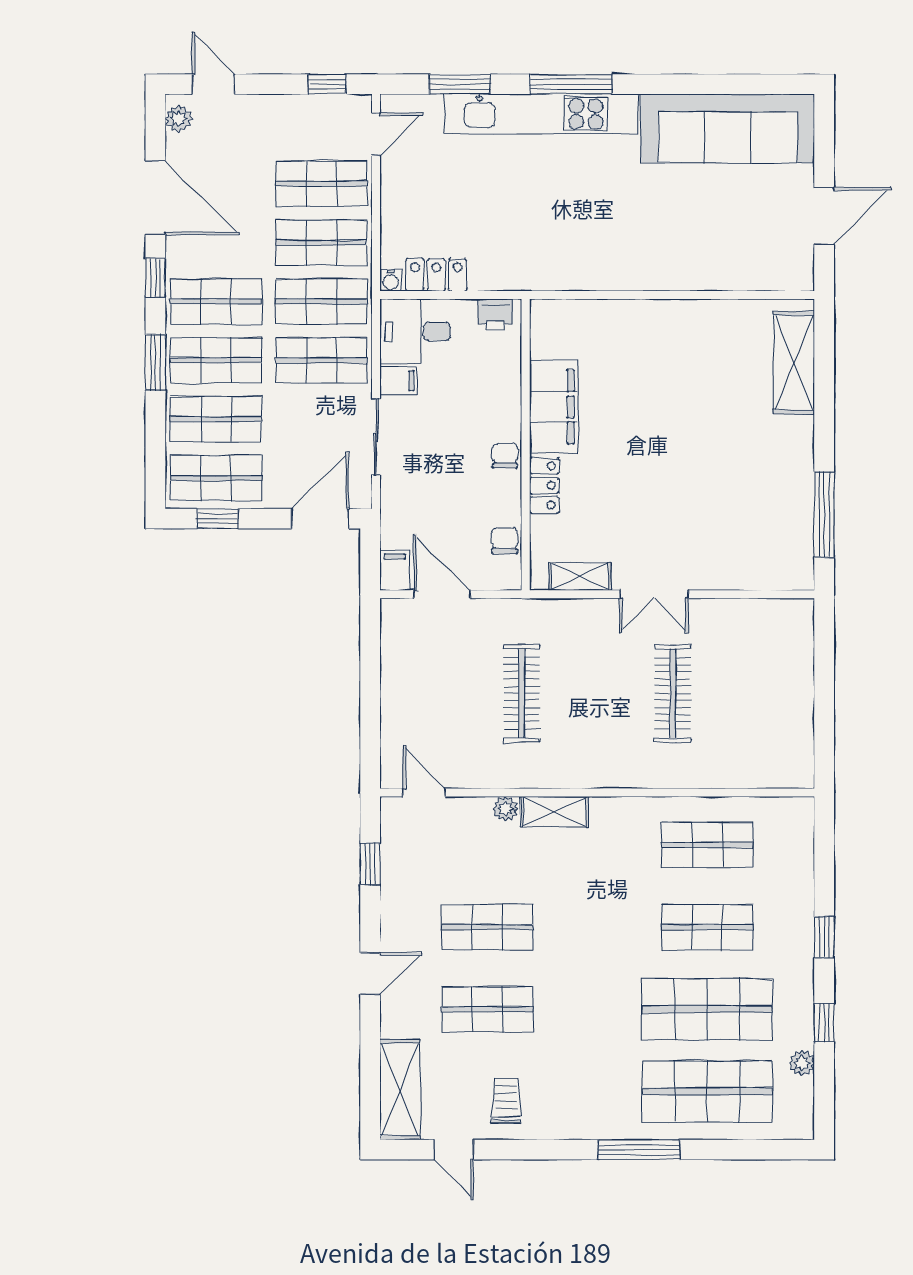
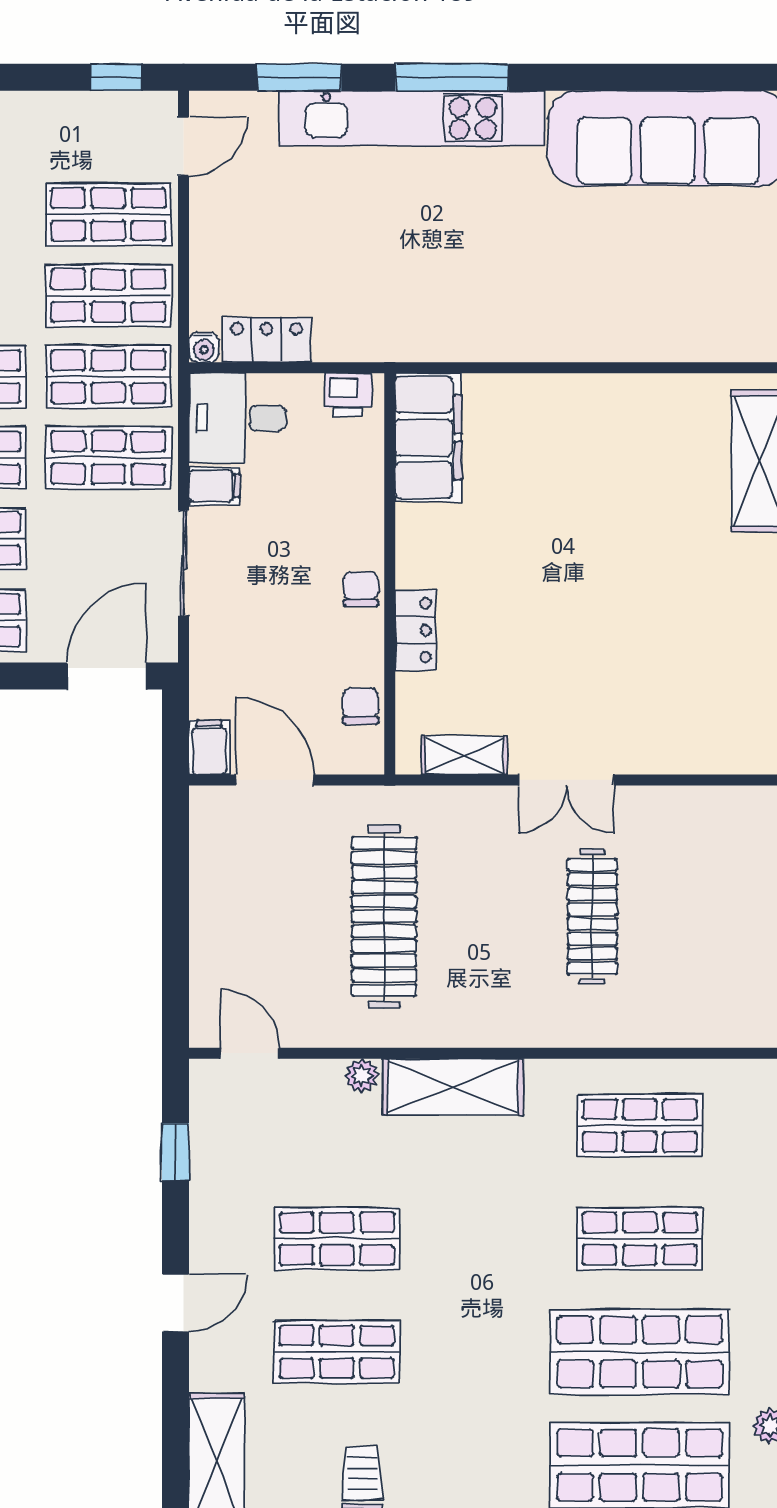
filing cabinet: (554, 407) -> (428, 437), moved
clothes rail: (522, 693) -> (384, 917), width x1.37, depth x1.31
shelving: (554, 812) -> (453, 1087), width x1.50, depth x1.33

